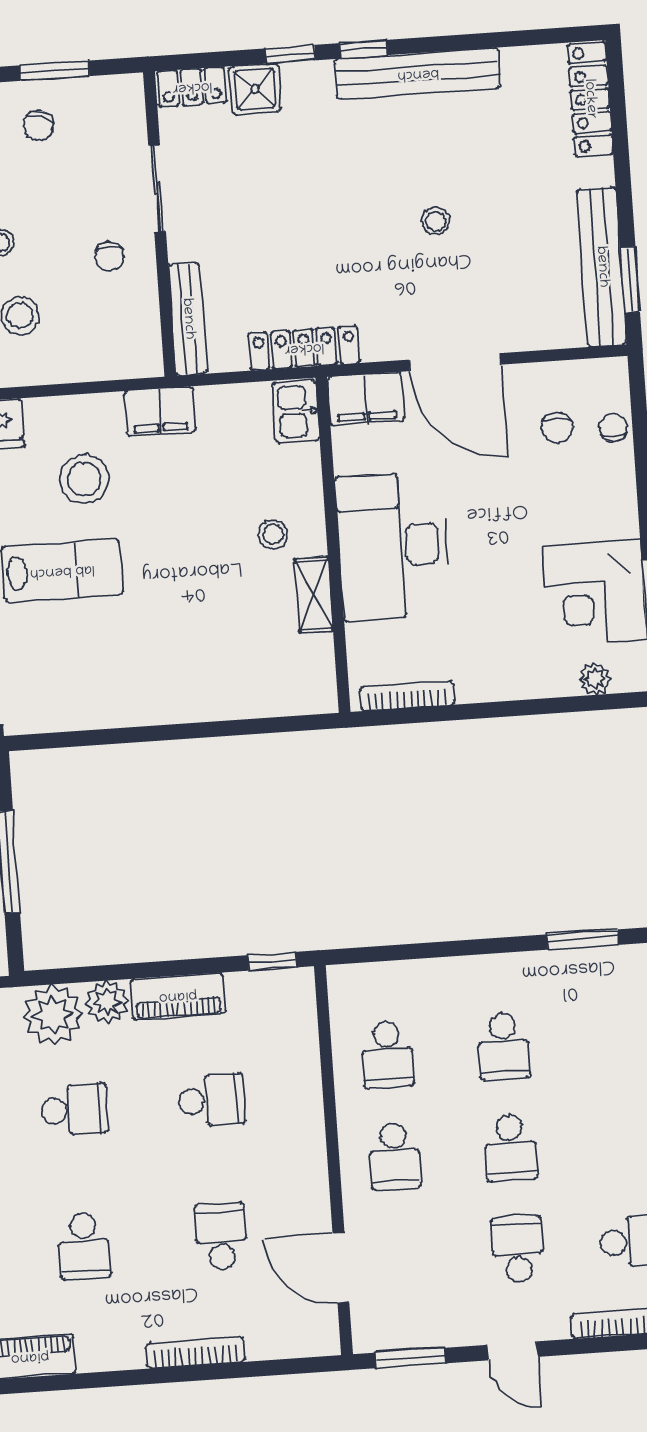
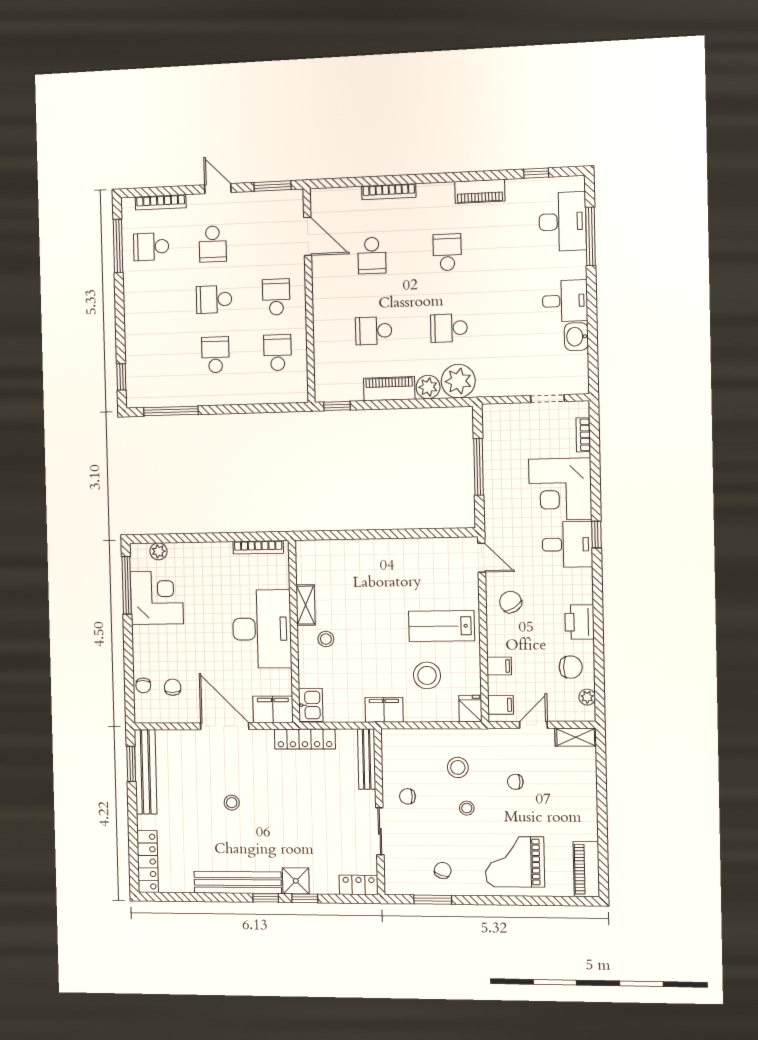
shower: (255, 89) -> (296, 881), moved
chair: (109, 256) -> (407, 796), turned -90
window: (583, 940) -> (171, 411), width x1.44
school desk: (511, 1148) -> (214, 299), turned -90

